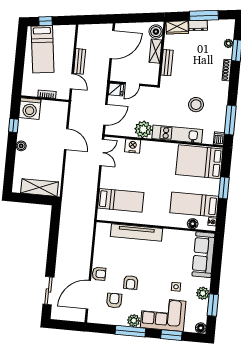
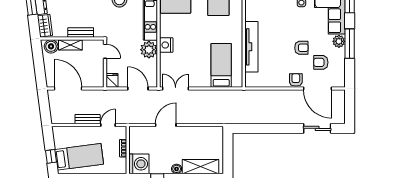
door: (132, 84) -> (105, 51), moved
nightstand: (133, 146) -> (166, 45), moved
shelving: (40, 188) -> (201, 167), moved, turned 90

